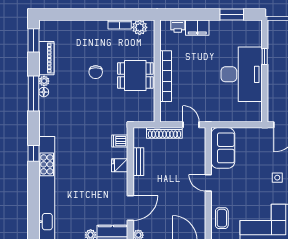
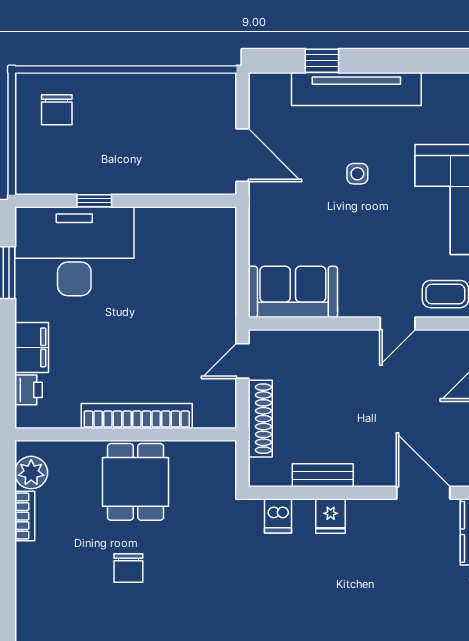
chair: (96, 72) -> (128, 568), turned 90
desk: (242, 74) -> (74, 251), moved
door: (208, 183) -> (398, 323), moved

